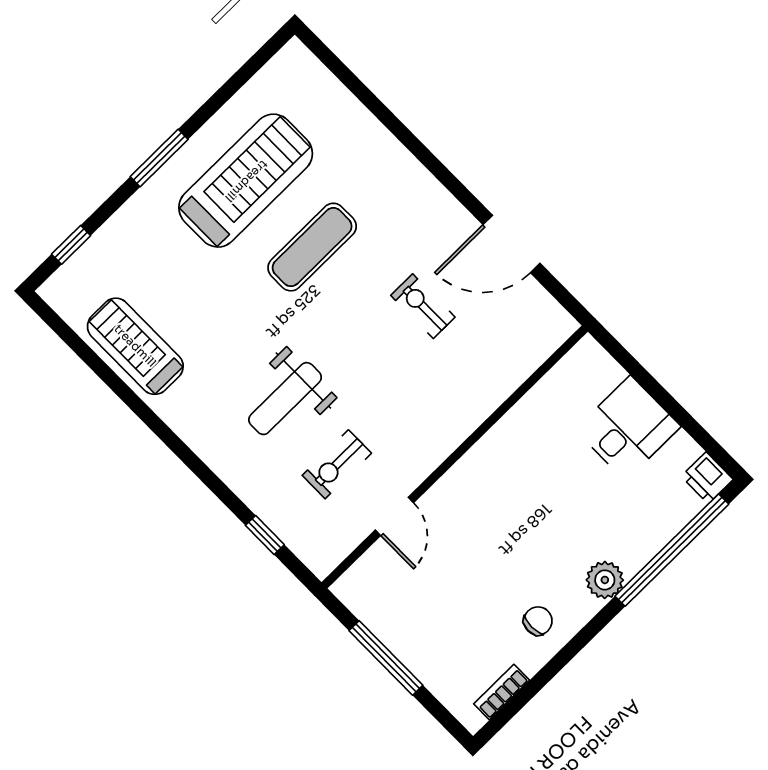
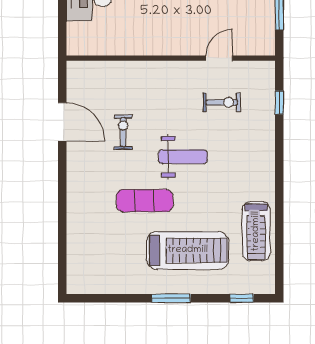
treadmill: (246, 181) -> (188, 250), moved, turned 180
exercise bike: (423, 306) -> (123, 132), turned 180
weight bench: (285, 399) -> (183, 157), moved

